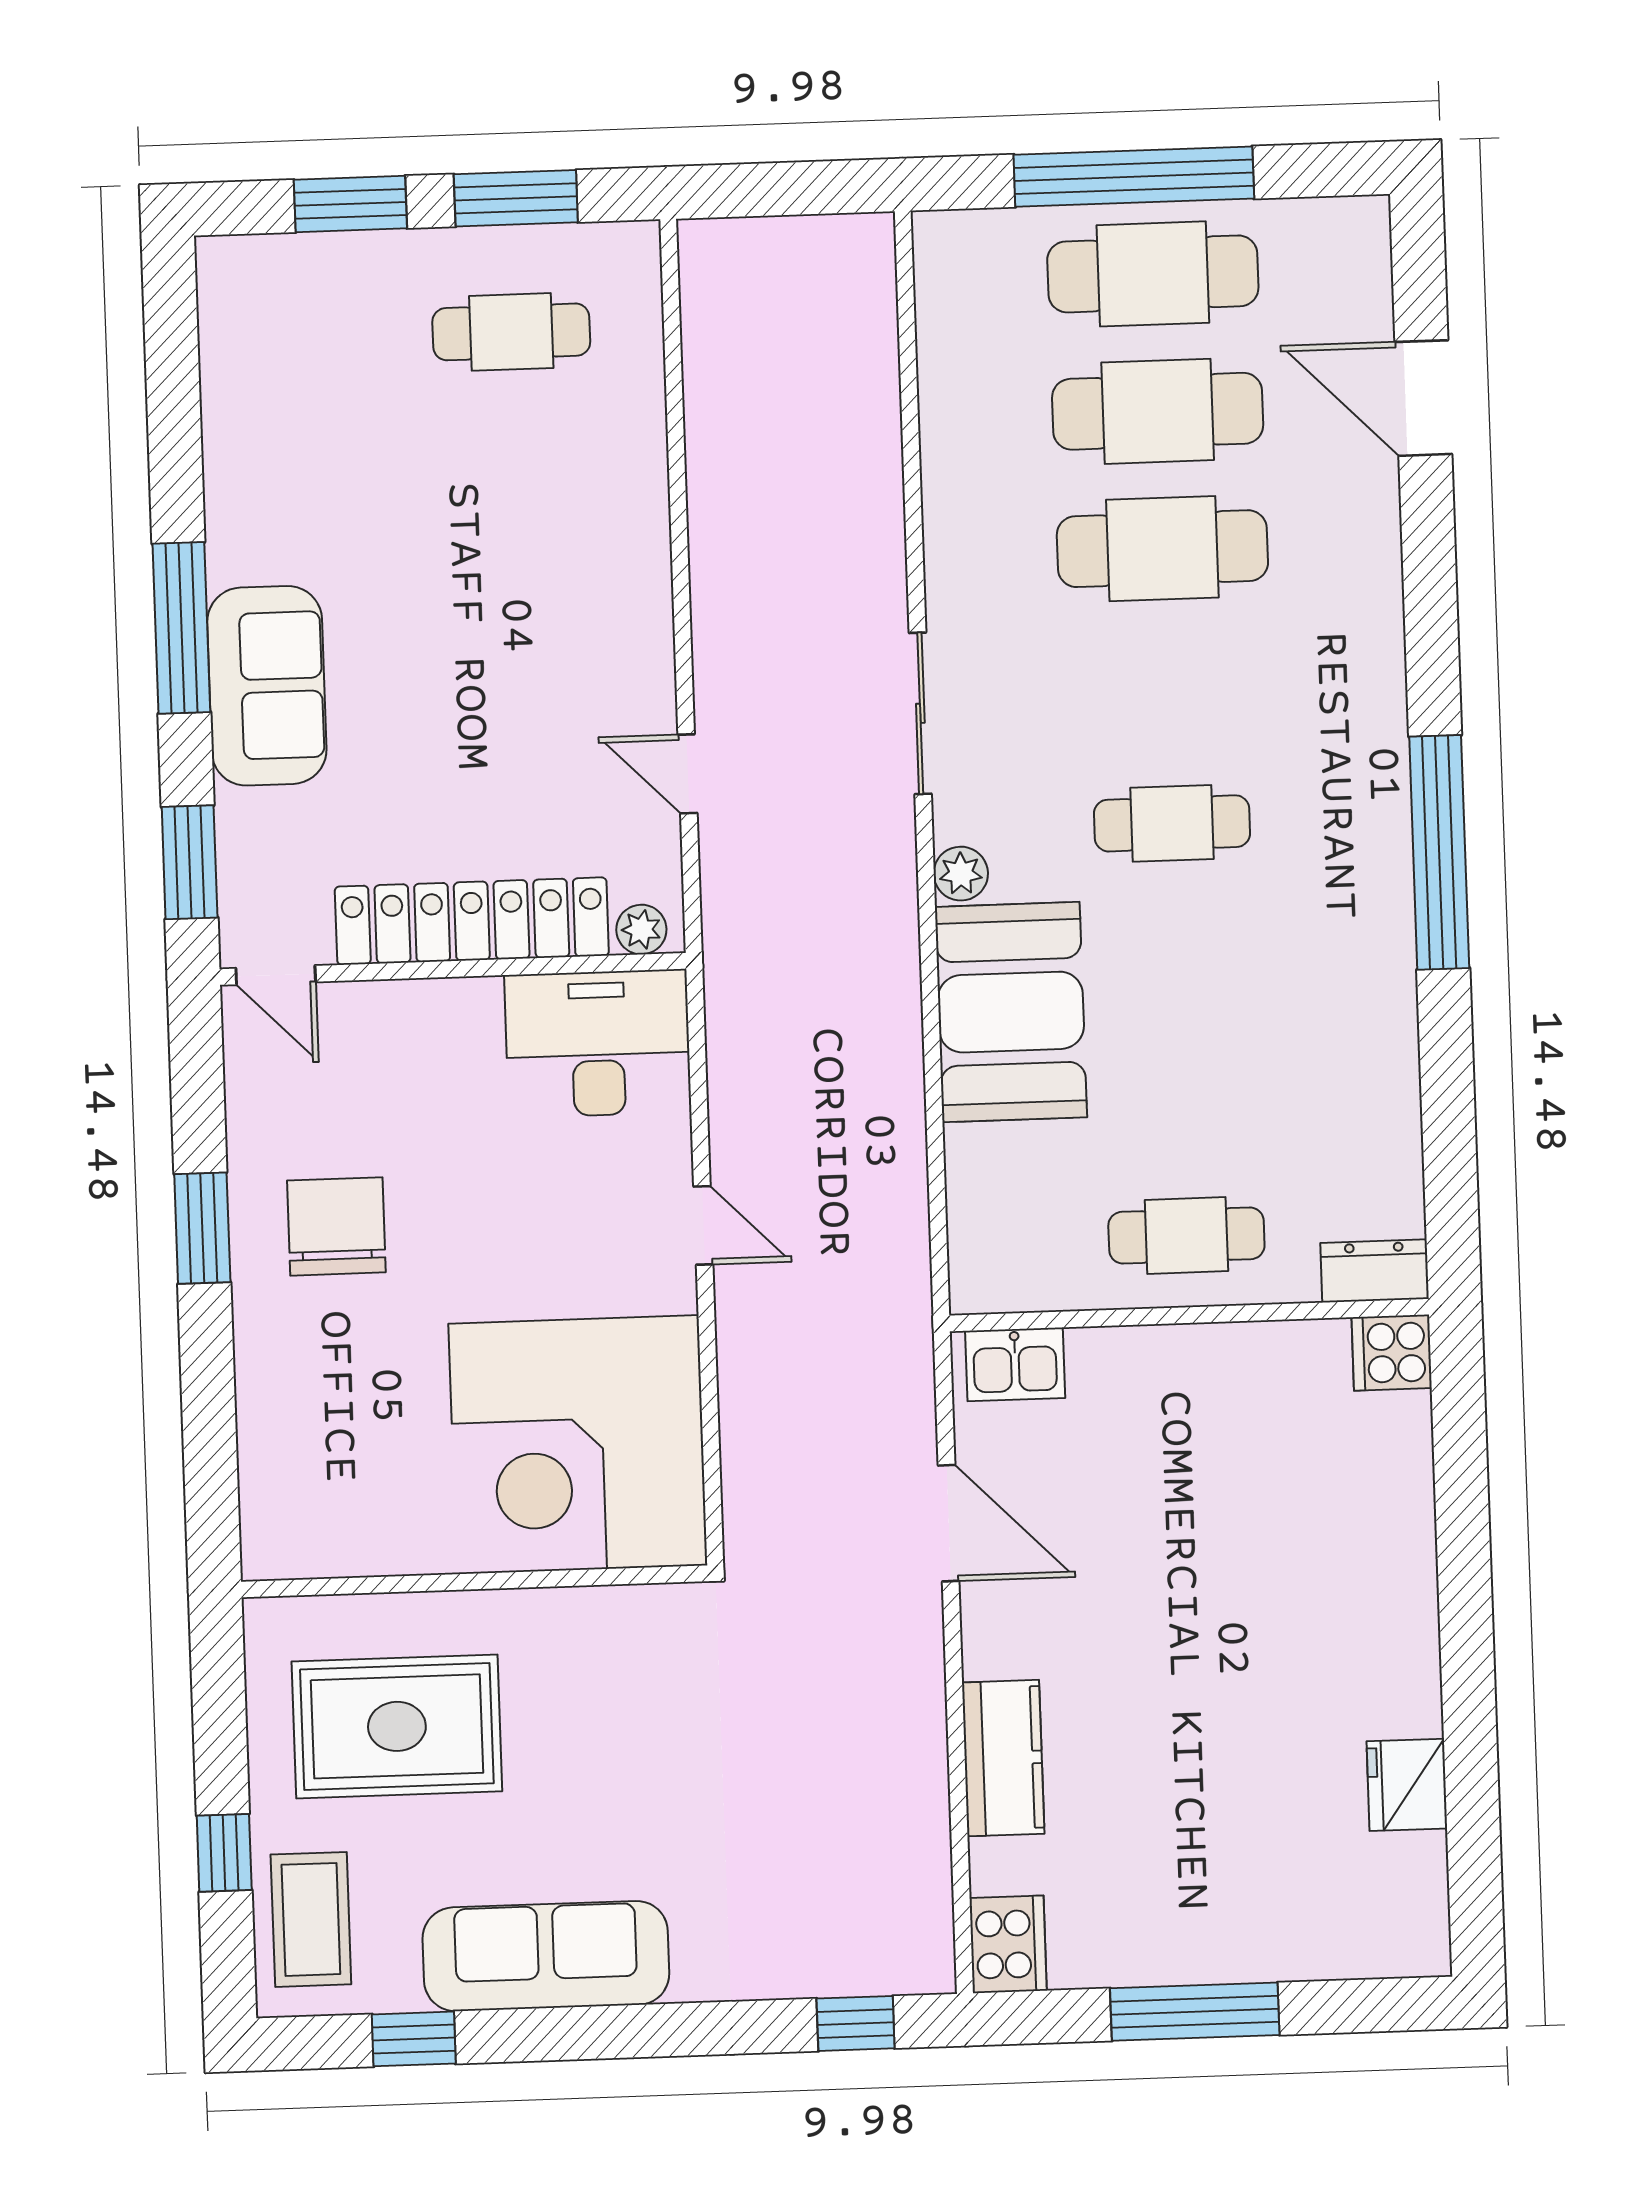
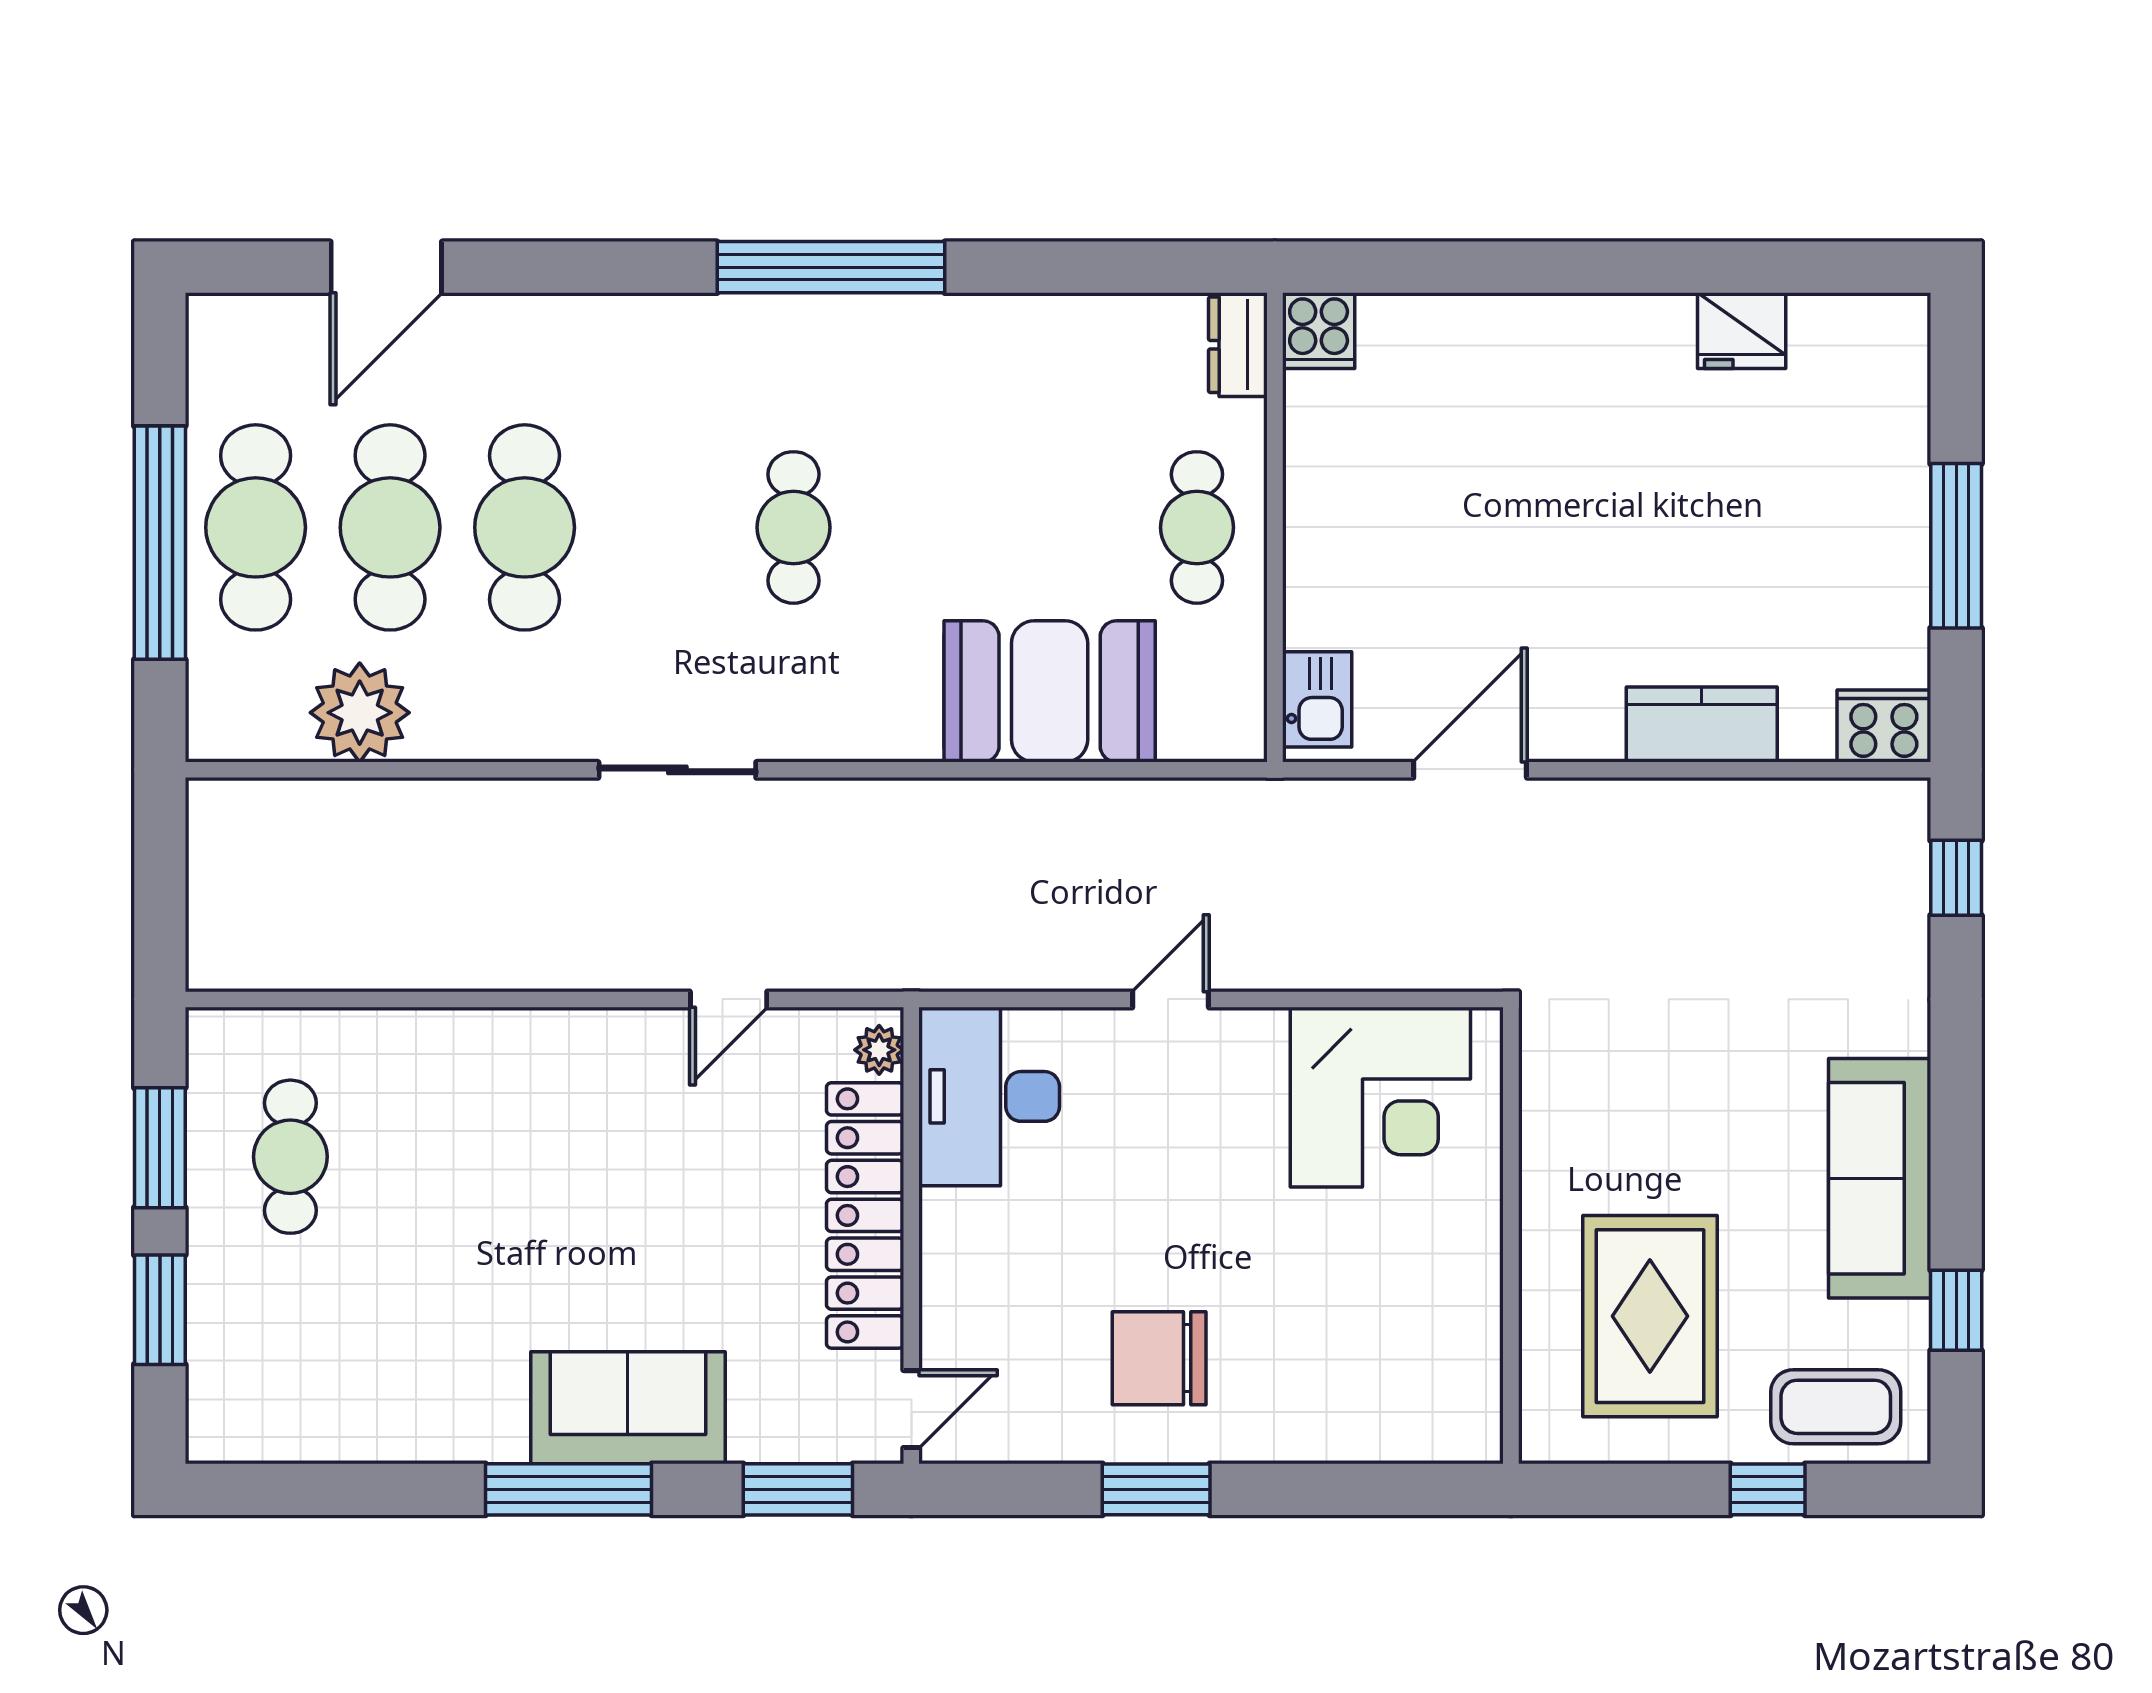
plant: (961, 874) -> (360, 713), moved, width x1.88, depth x1.88
booth: (1011, 1012) -> (1050, 691), moved
corner desk: (578, 1444) -> (1380, 1097), width x0.74, depth x0.74

